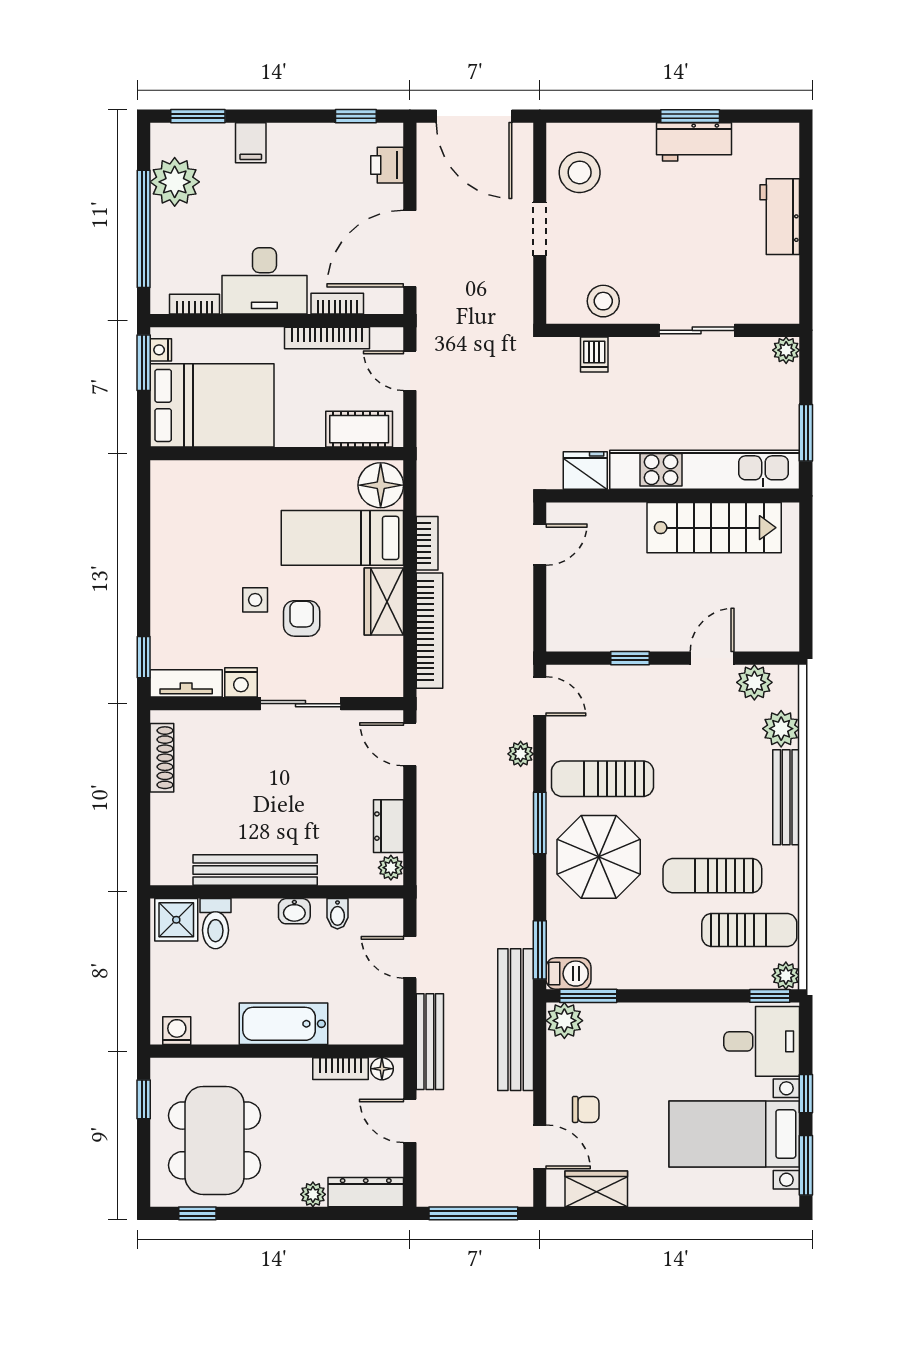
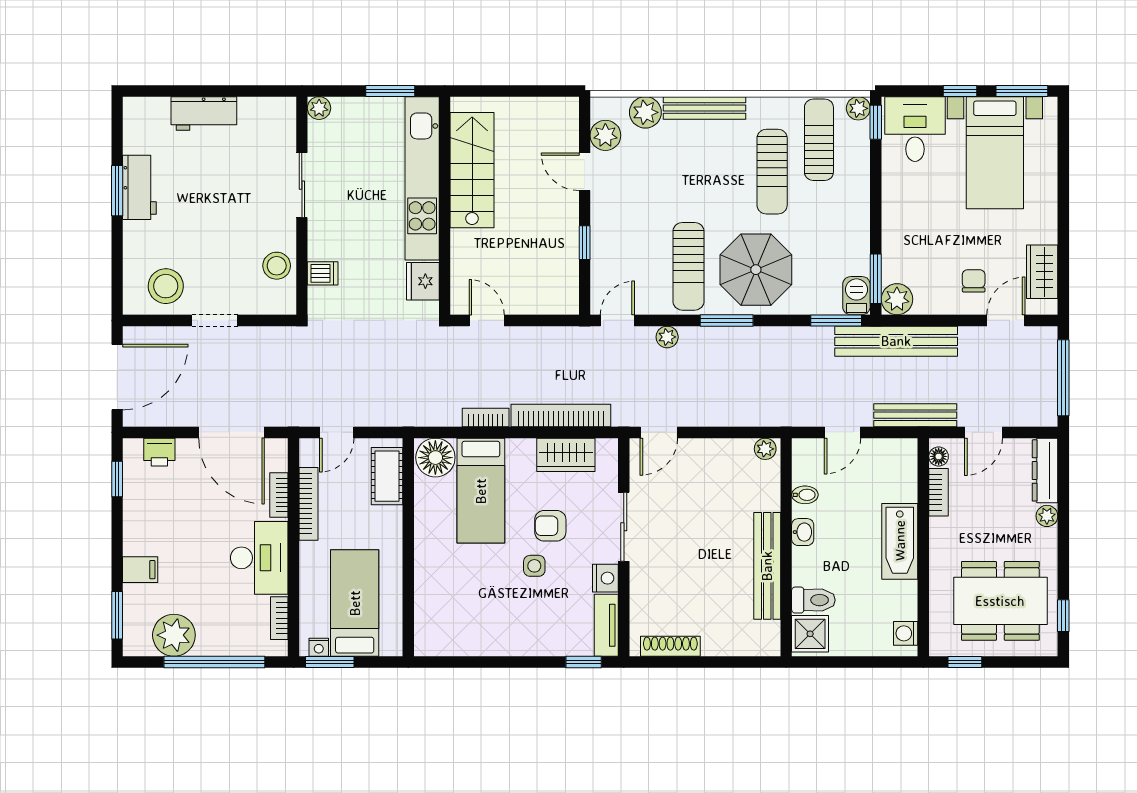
bed: (212, 405) -> (355, 603), width x0.67
wardrobe: (384, 601) -> (566, 455), moved
dresser: (389, 826) -> (729, 451), removed

